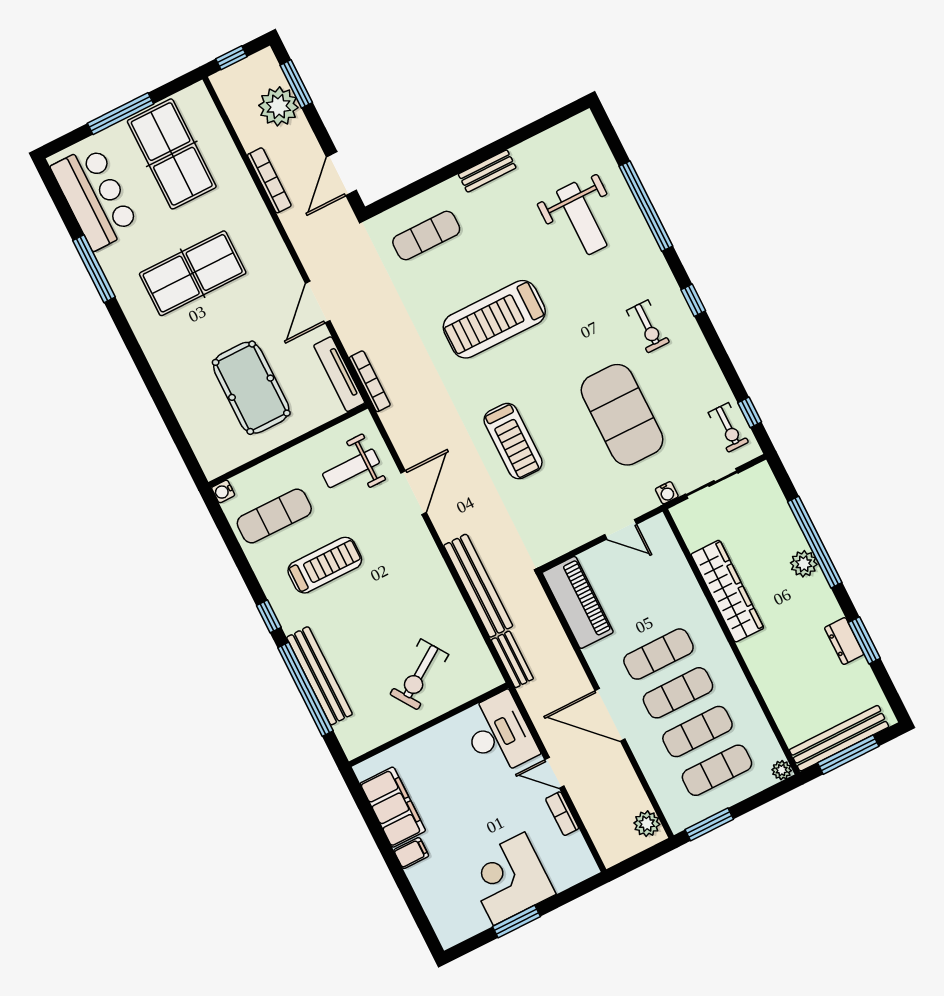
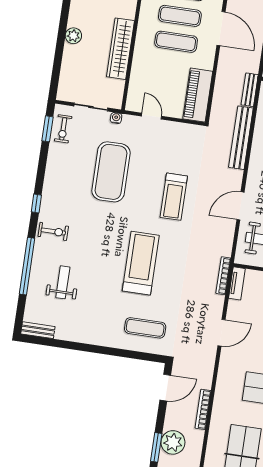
bench: (487, 171) -> (38, 330), moved
weight bench: (582, 218) -> (63, 282), width x0.73, depth x0.75
treadmill: (494, 319) -> (141, 263), turned -90
exercise bike: (648, 326) -> (53, 231), moved, turned 90
tv unit: (339, 374) -> (237, 283), width x0.71
window: (750, 412) -> (48, 129), width x1.50
exercise bike: (728, 427) -> (63, 129), turned 180
treadmill: (513, 441) -> (174, 197), turned 180
window: (815, 542) -> (60, 42), removed

